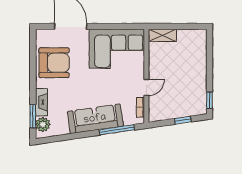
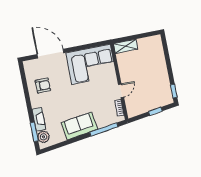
armchair: (54, 63) -> (43, 85), width x0.53, depth x0.53
sofa: (95, 119) -> (79, 126), width x0.73

